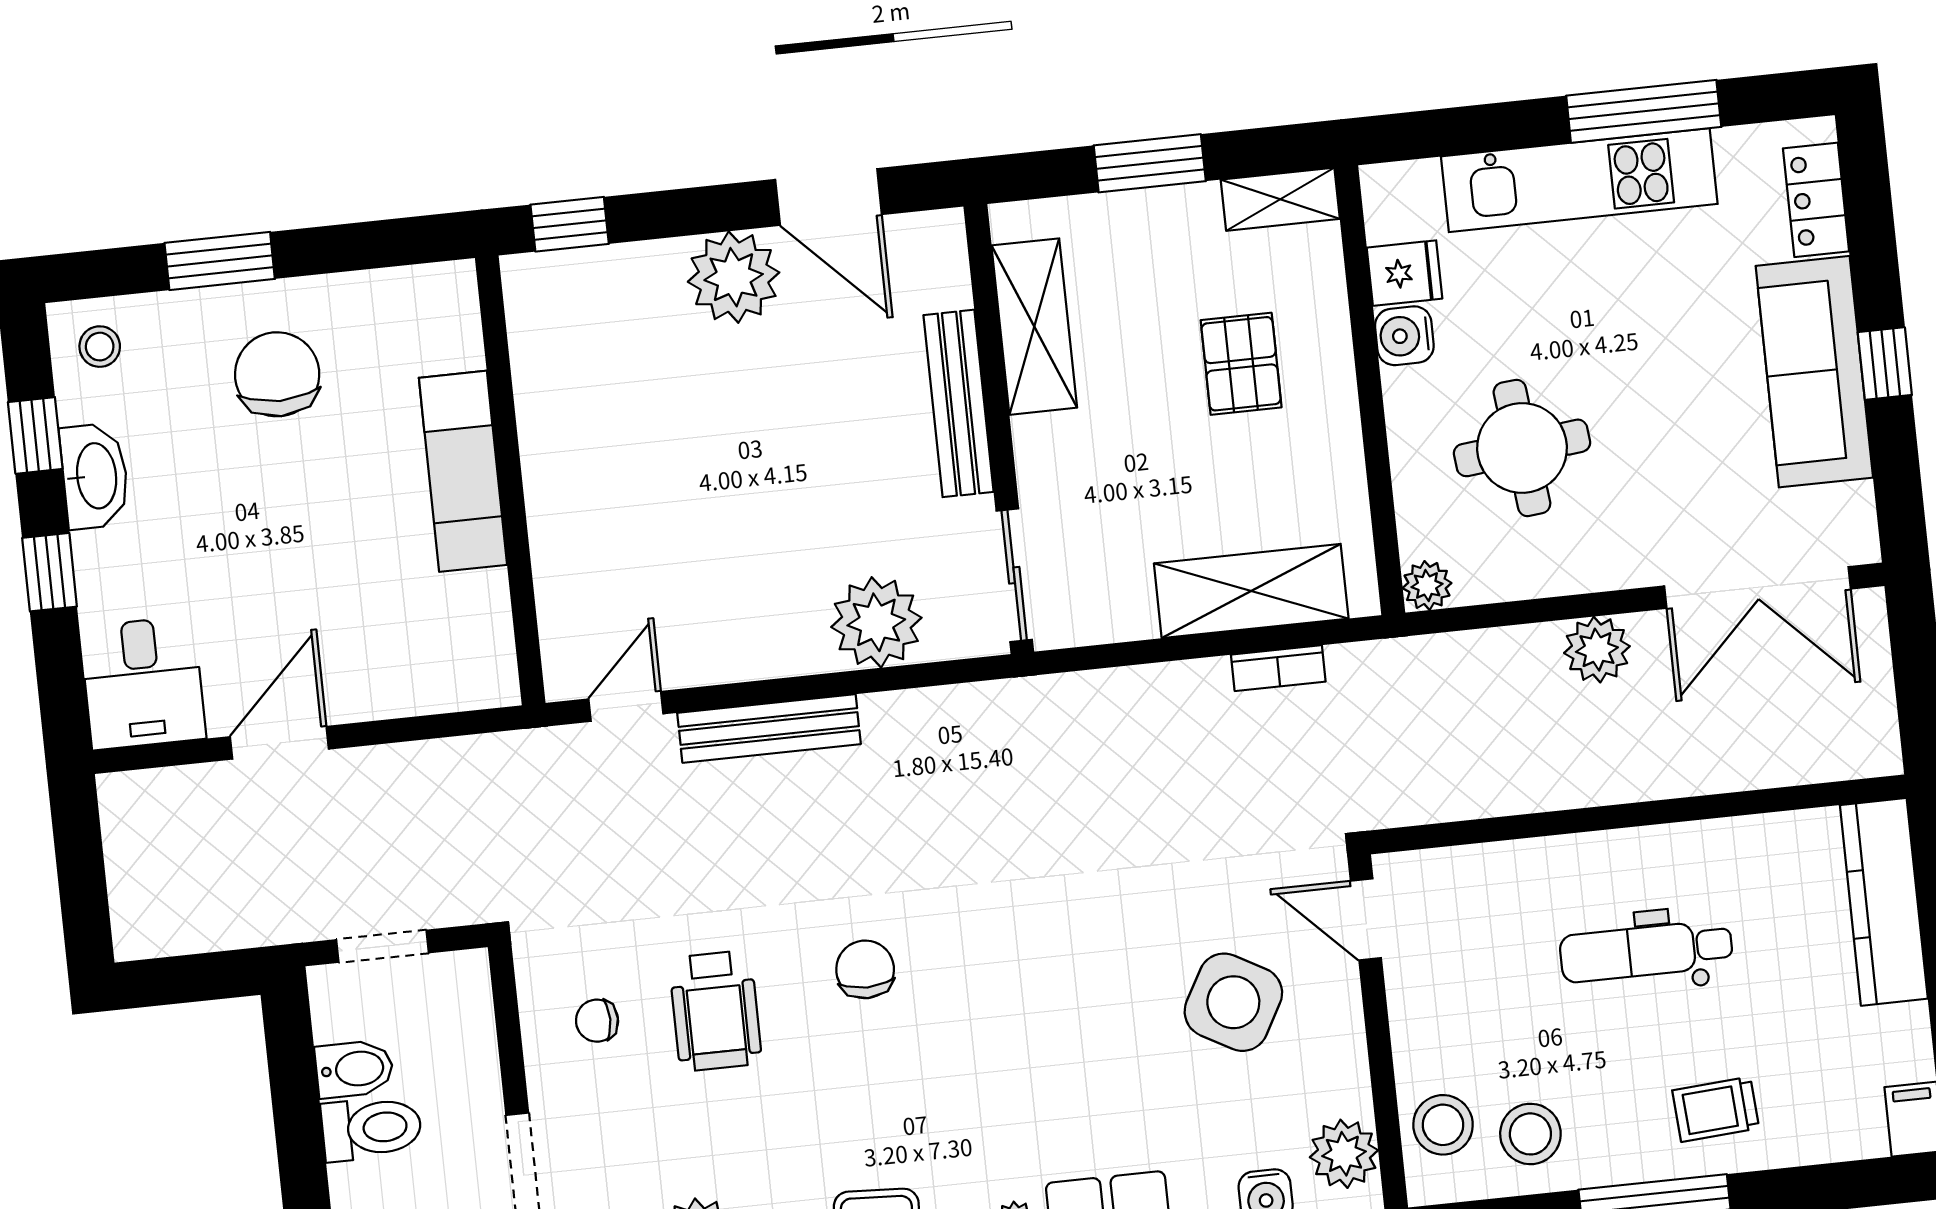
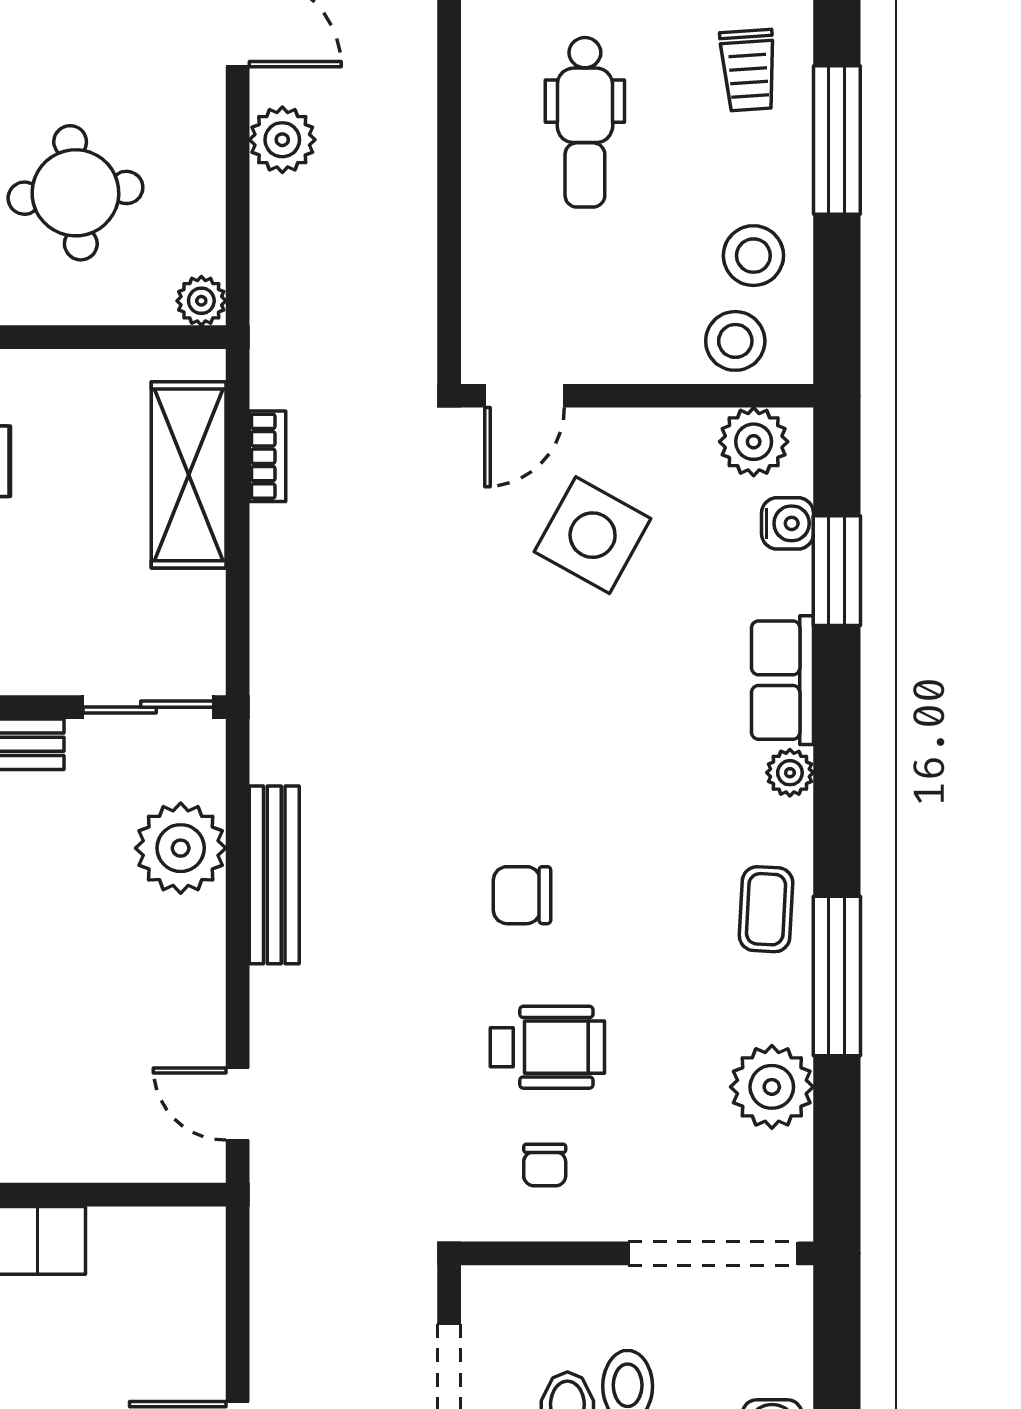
bench: (769, 729) -> (274, 875), moved

